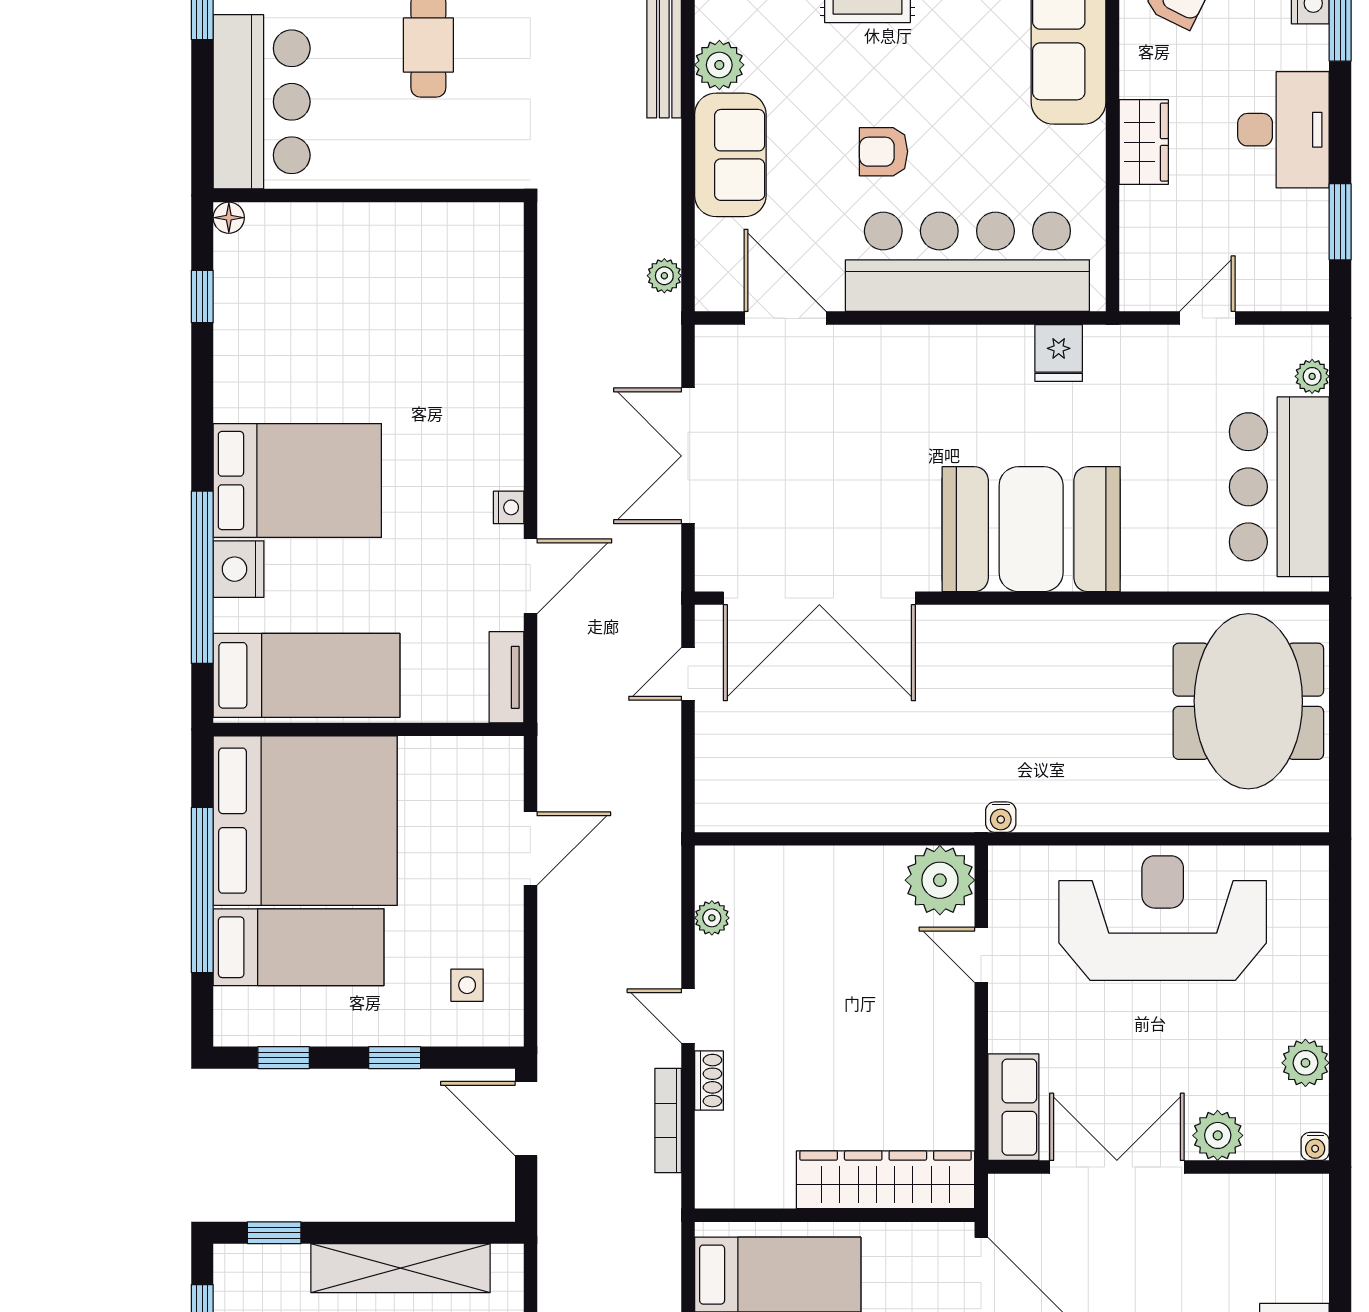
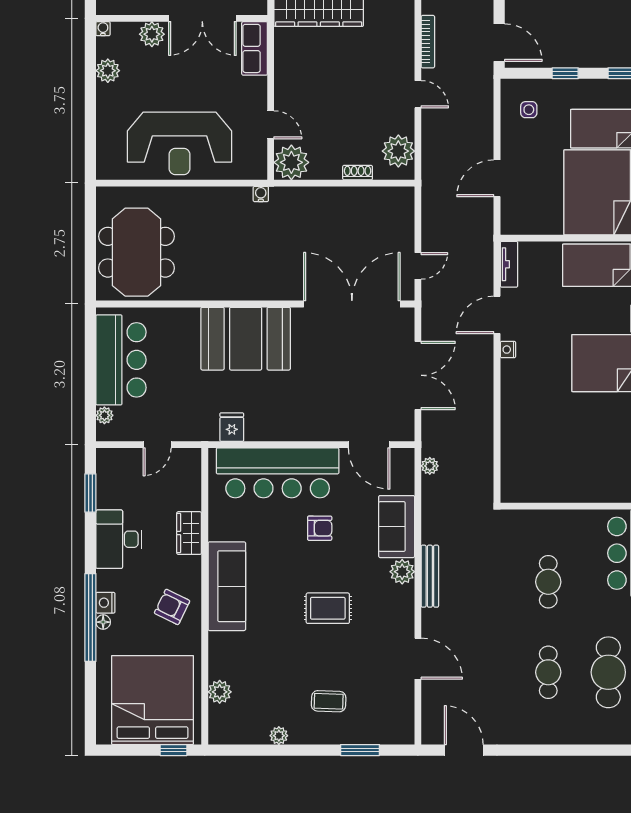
plant: (712, 918) -> (398, 151), width x1.88, depth x1.88
shoe rack: (709, 1081) -> (358, 173), moved, turned 90

